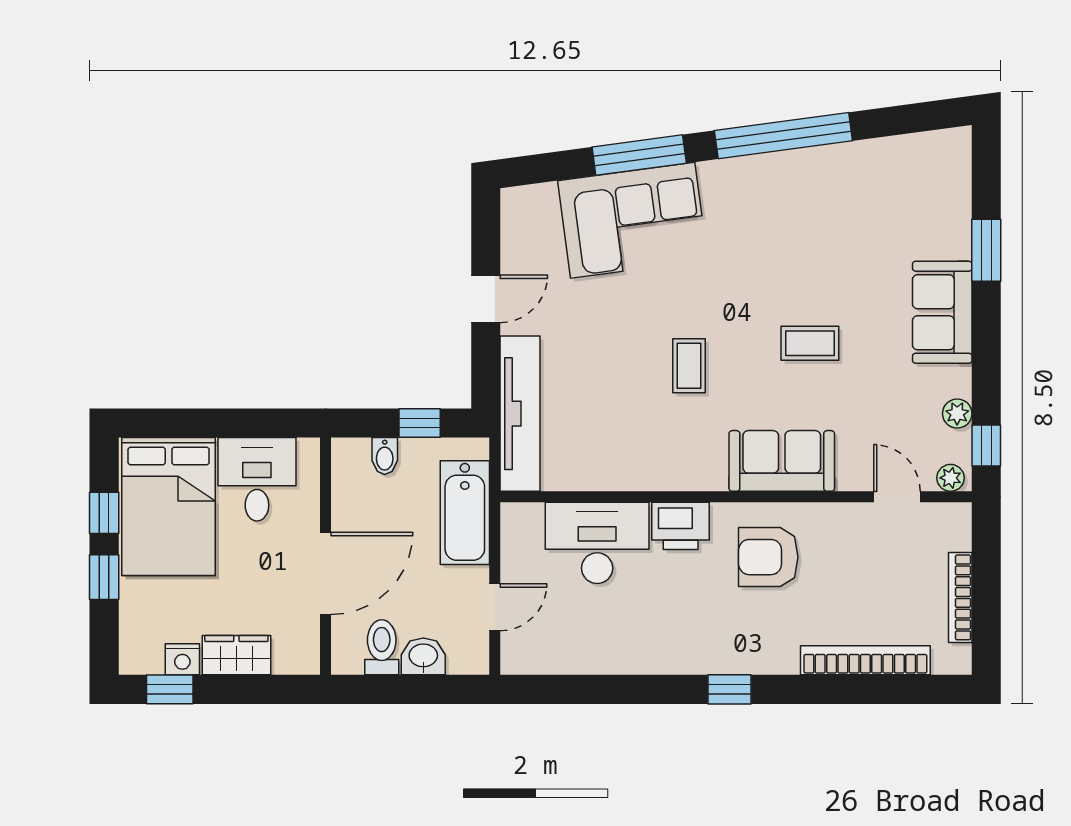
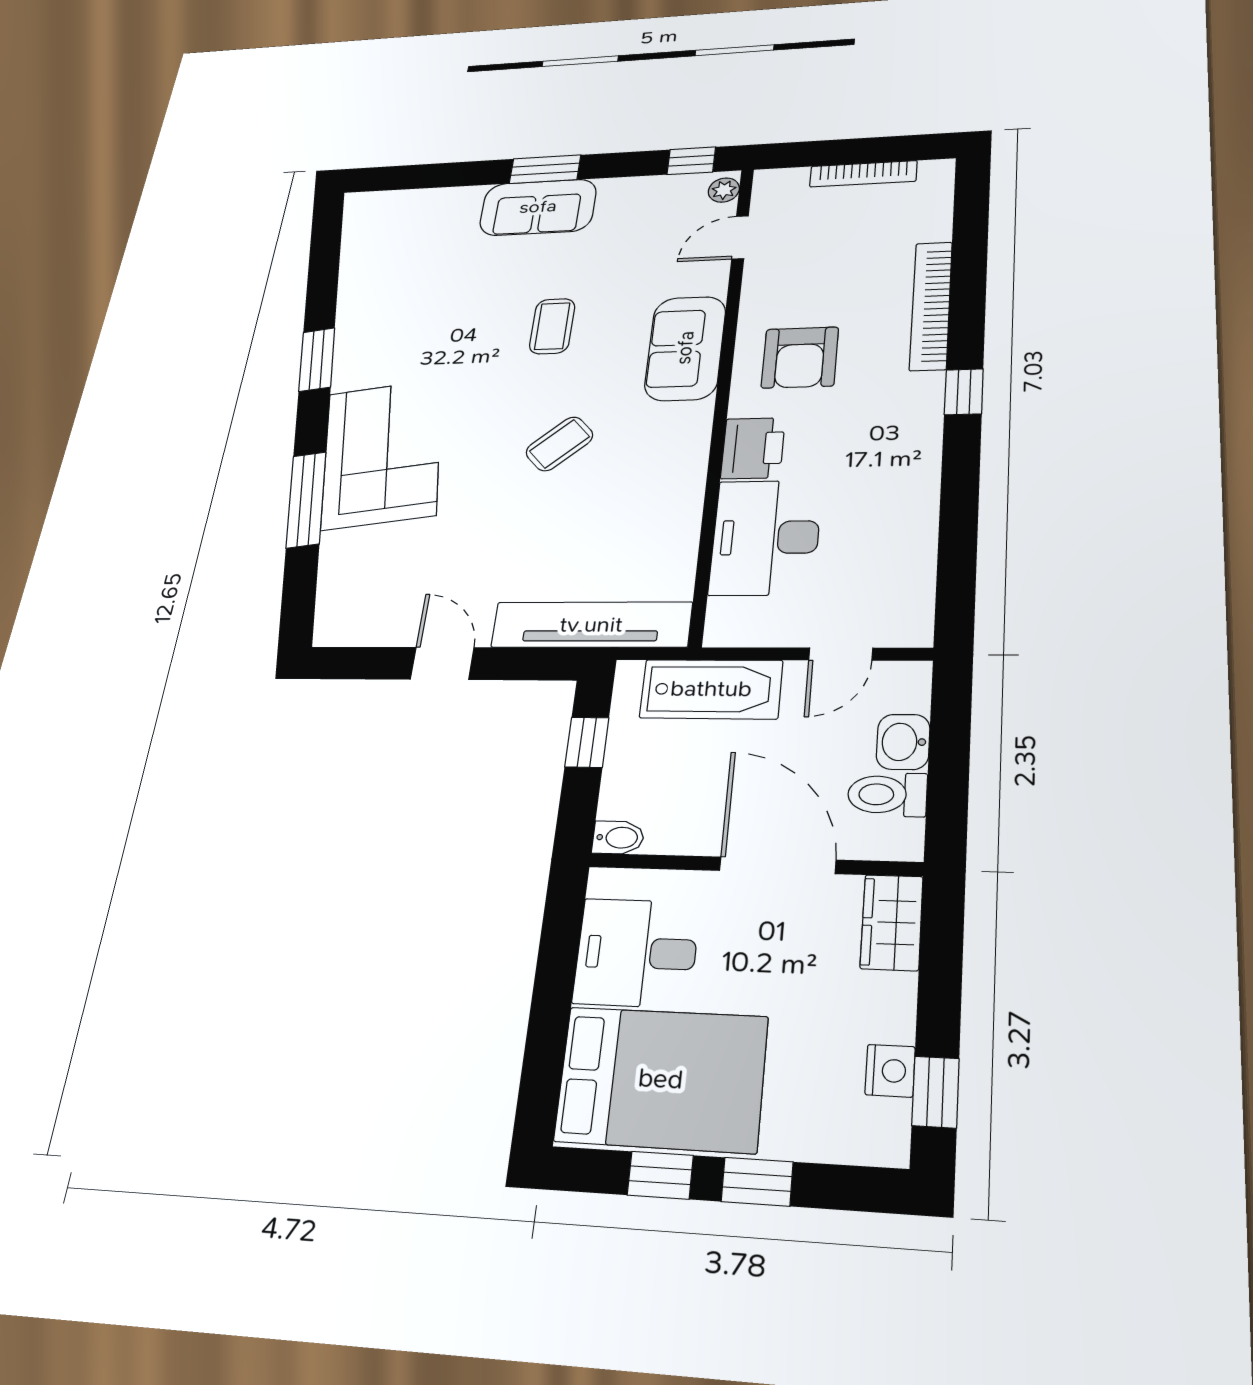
window: (783, 136) -> (317, 360), width x0.47
corner sofa: (633, 220) -> (382, 454), moved
window: (986, 250) -> (545, 169), moved
coffee table: (689, 366) -> (559, 444), turned -42
plant: (957, 414) -> (652, 188), removed
bidet: (385, 456) -> (618, 838), moved
door: (495, 607) -> (841, 654), swing flipped
wardrobe: (236, 655) -> (892, 922), moved
bookcase: (865, 660) -> (931, 306), moved

